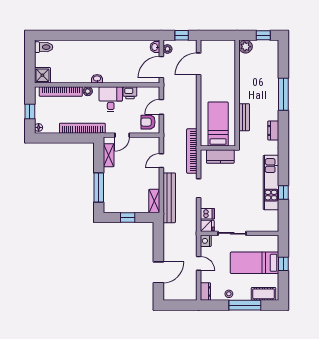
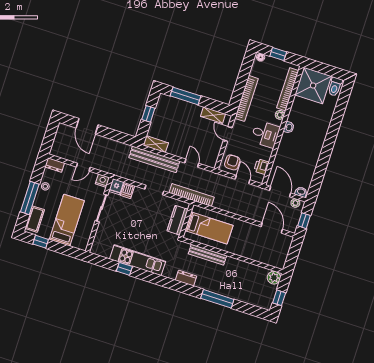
shower: (42, 75) -> (313, 86), width x1.86, depth x1.86
printer: (130, 93) -> (261, 167), moved
bench: (244, 117) -> (207, 255), width x1.36
window: (283, 264) -> (41, 242), moved

